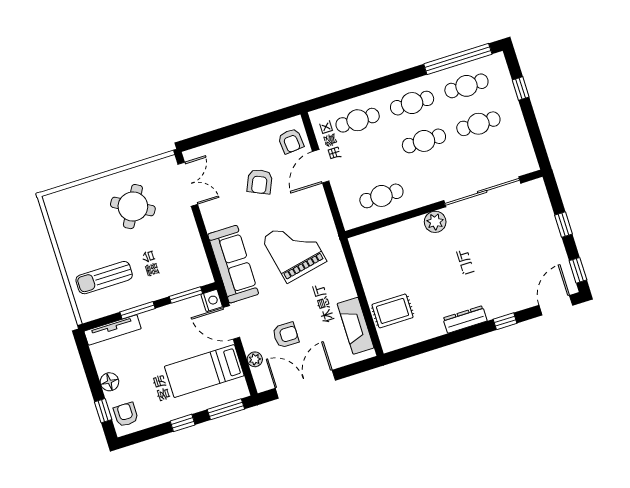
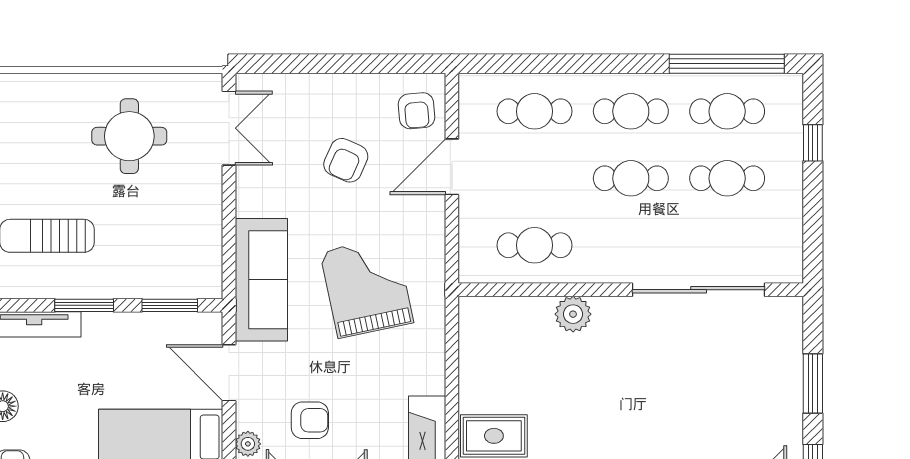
round table: (133, 207) -> (129, 136), turned -30
plant: (435, 222) -> (573, 314), moved
window: (564, 225) -> (813, 384), width x1.50
nightstand: (212, 300) -> (208, 327), removed

